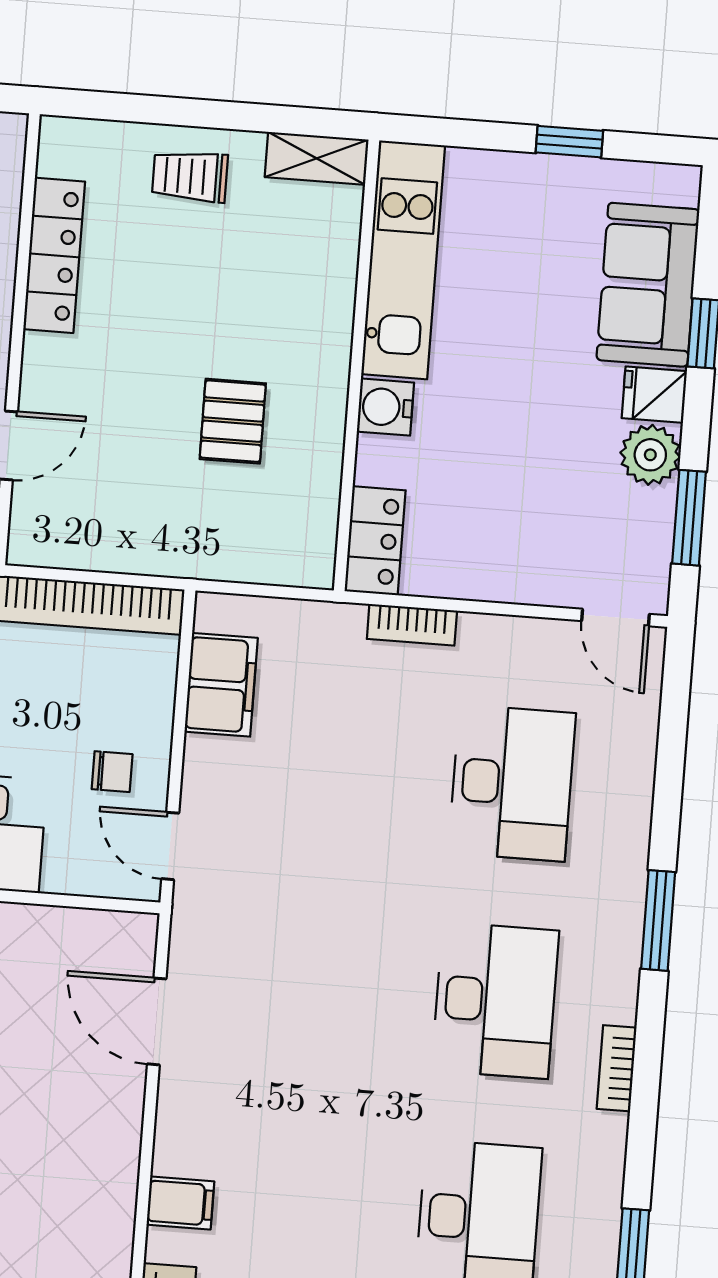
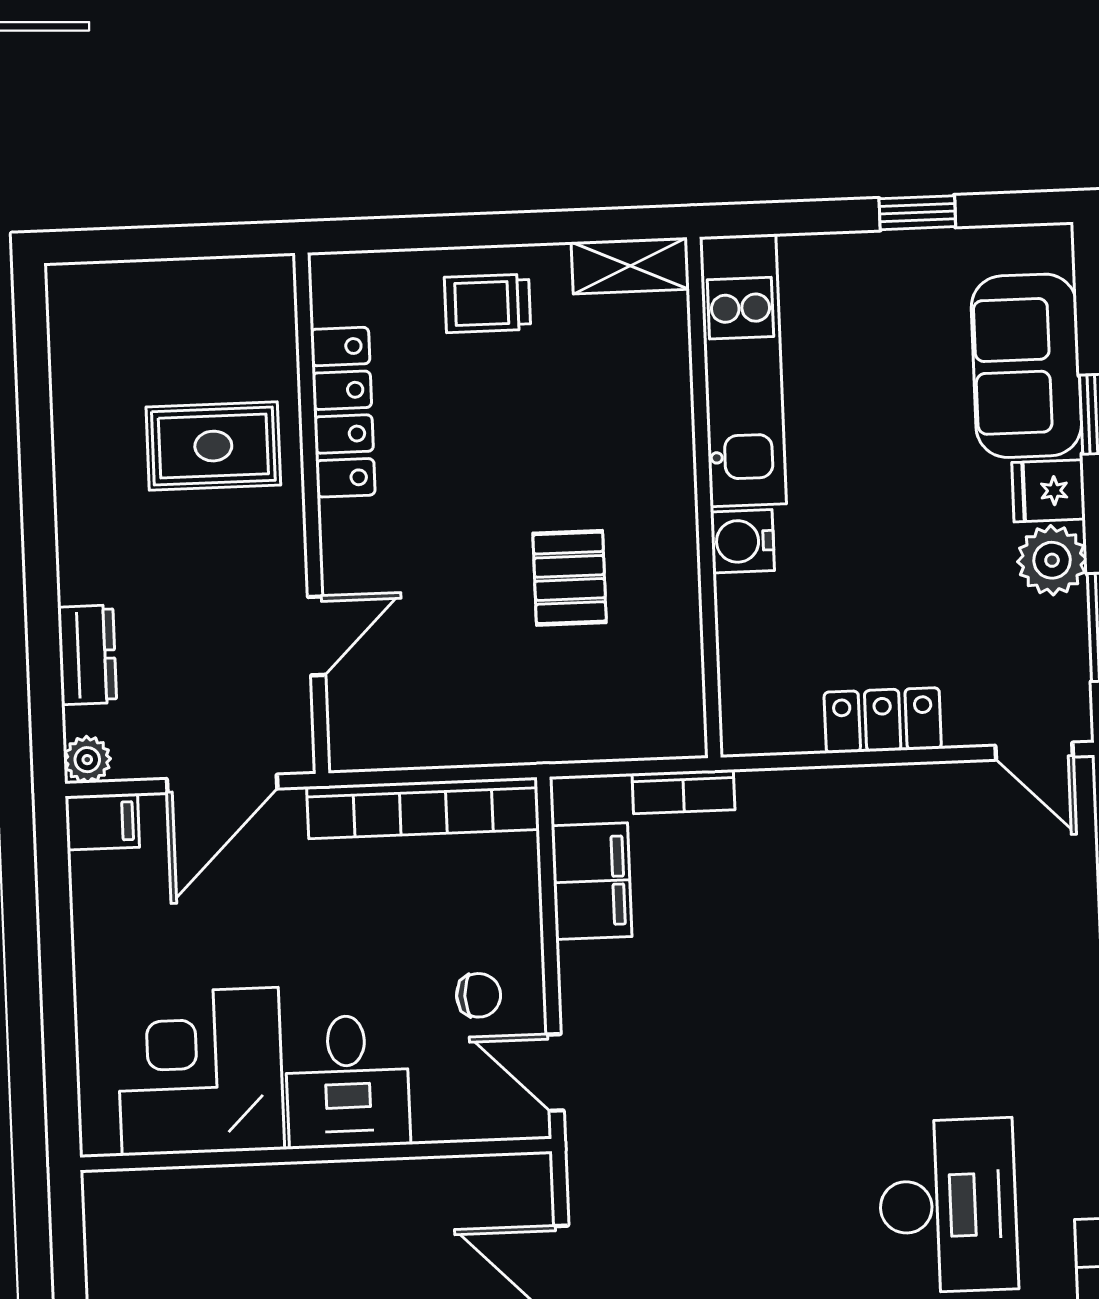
locker: (375, 541) -> (883, 720), moved, turned -90
bookcase: (412, 625) -> (683, 792), moved
desk: (512, 783) -> (938, 954), removed

